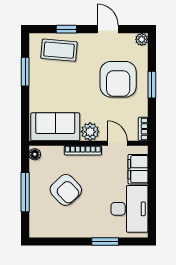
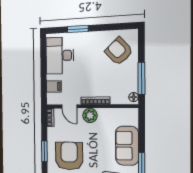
sofa: (55, 127) -> (127, 146), moved, turned 90
filing cabinet: (138, 169) -> (54, 87), width x0.50
armchair: (66, 190) -> (119, 51), moved
window: (25, 192) -> (141, 78), moved

